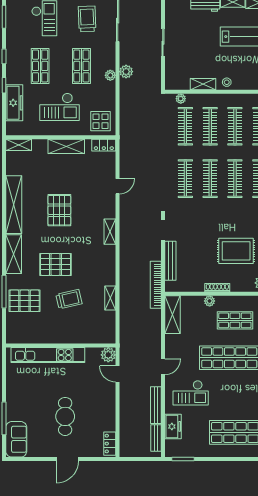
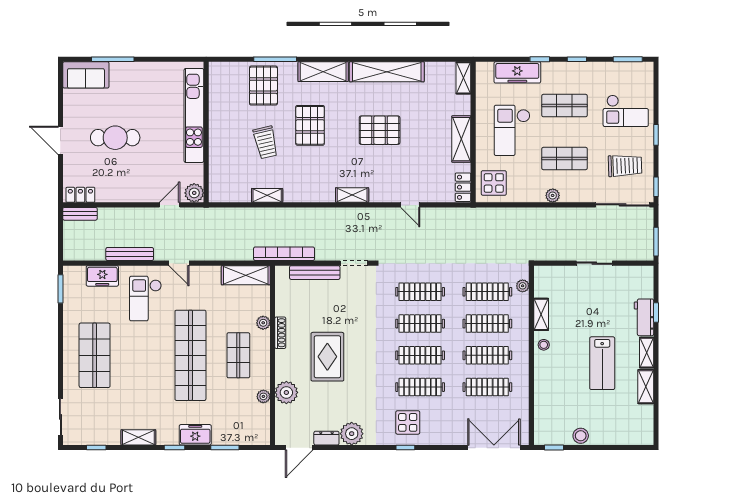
plant: (126, 72) -> (557, 216), removed
bench: (156, 438) -> (80, 214), moved

